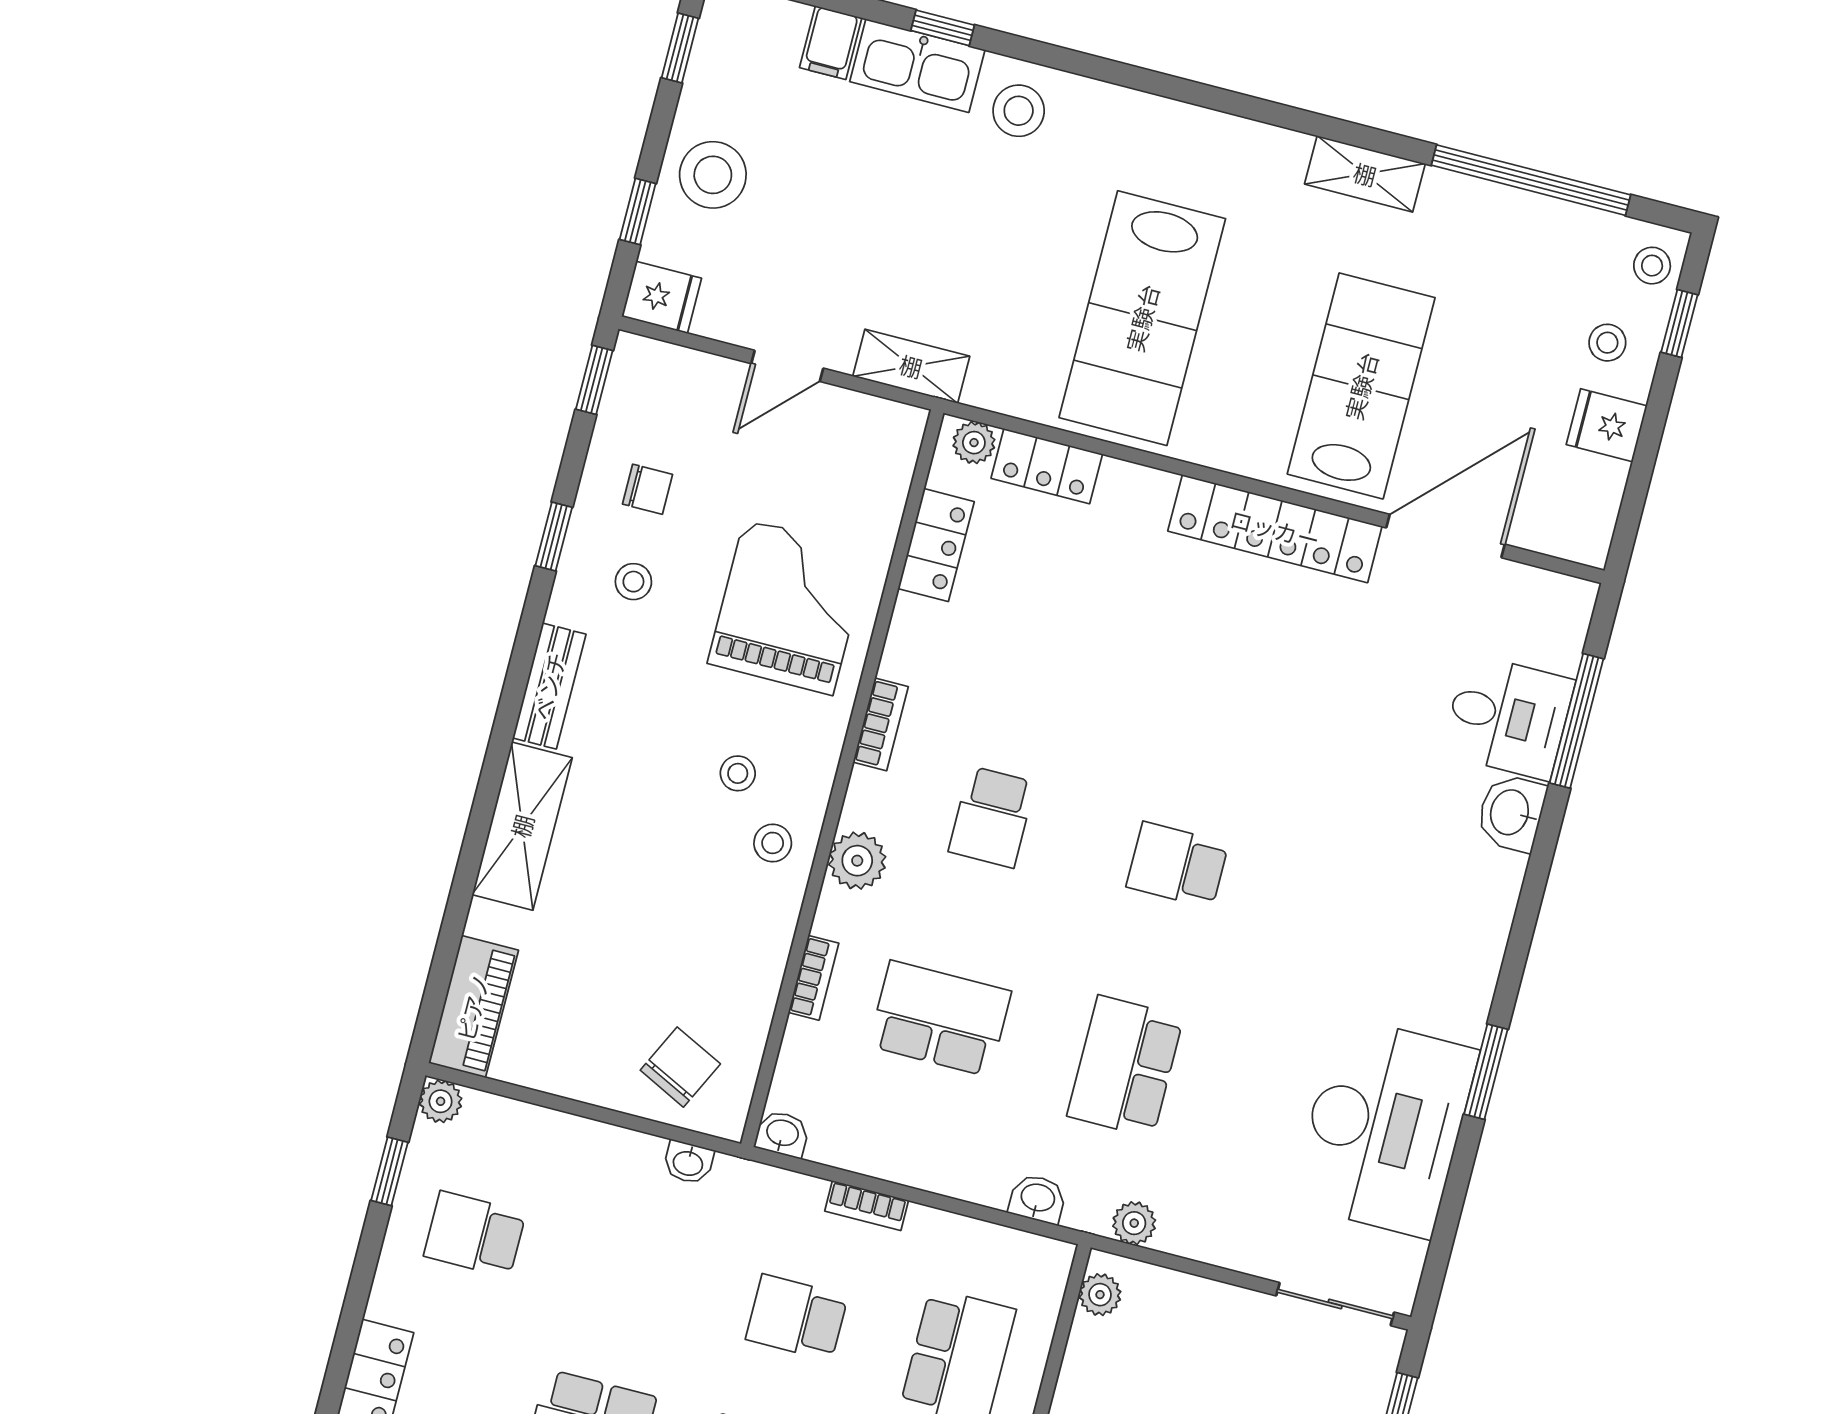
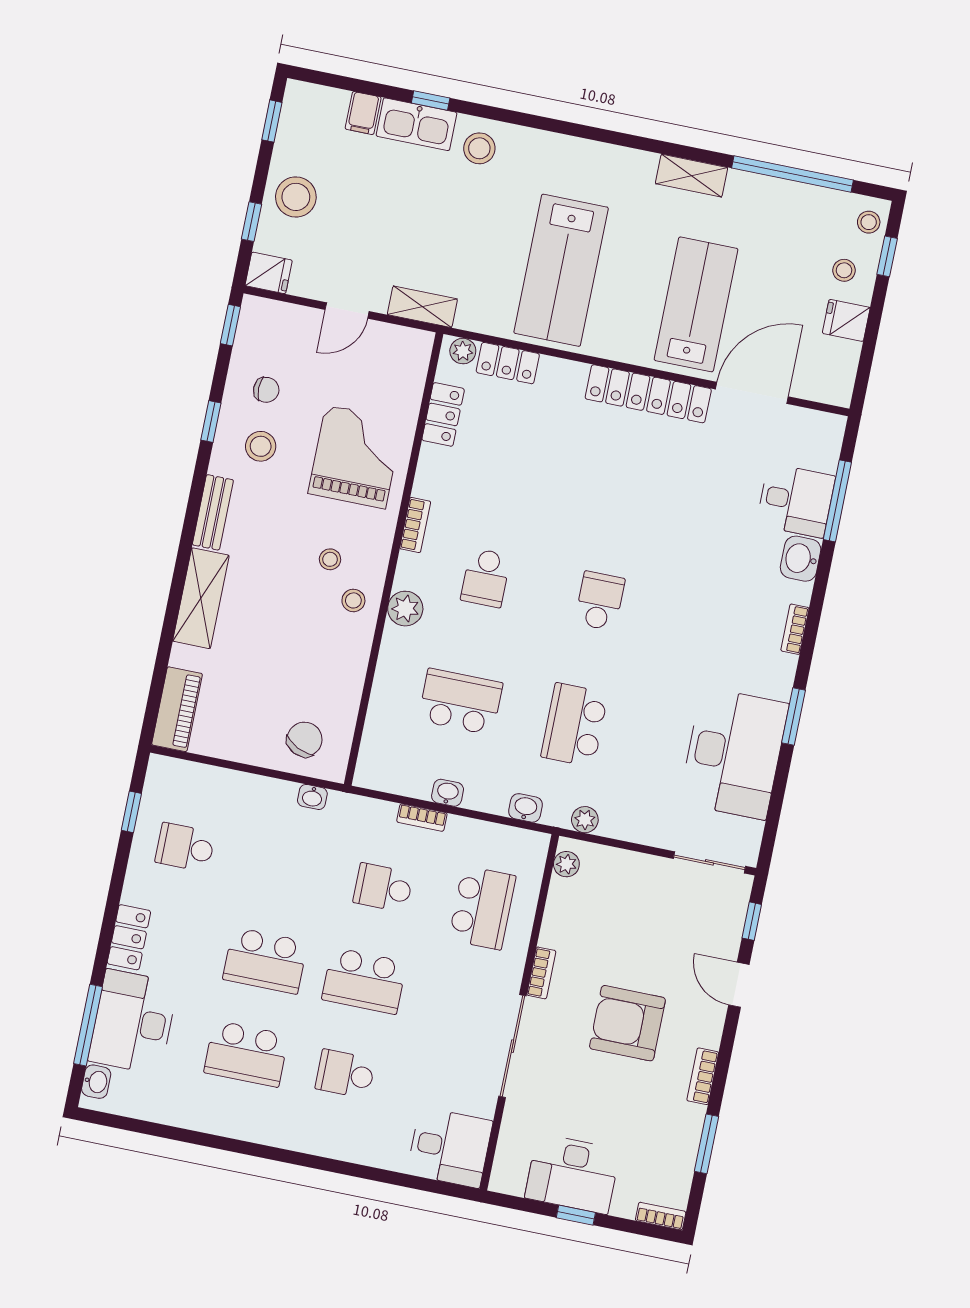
stool: (633, 582) -> (261, 446), width x1.37, depth x1.37
school desk: (1177, 865) -> (600, 601), turned 90
bookcase: (814, 978) -> (795, 629), moved, turned 180
plant: (441, 1101) -> (160, 768), removed
washbasin: (782, 1134) -> (448, 793), moved

